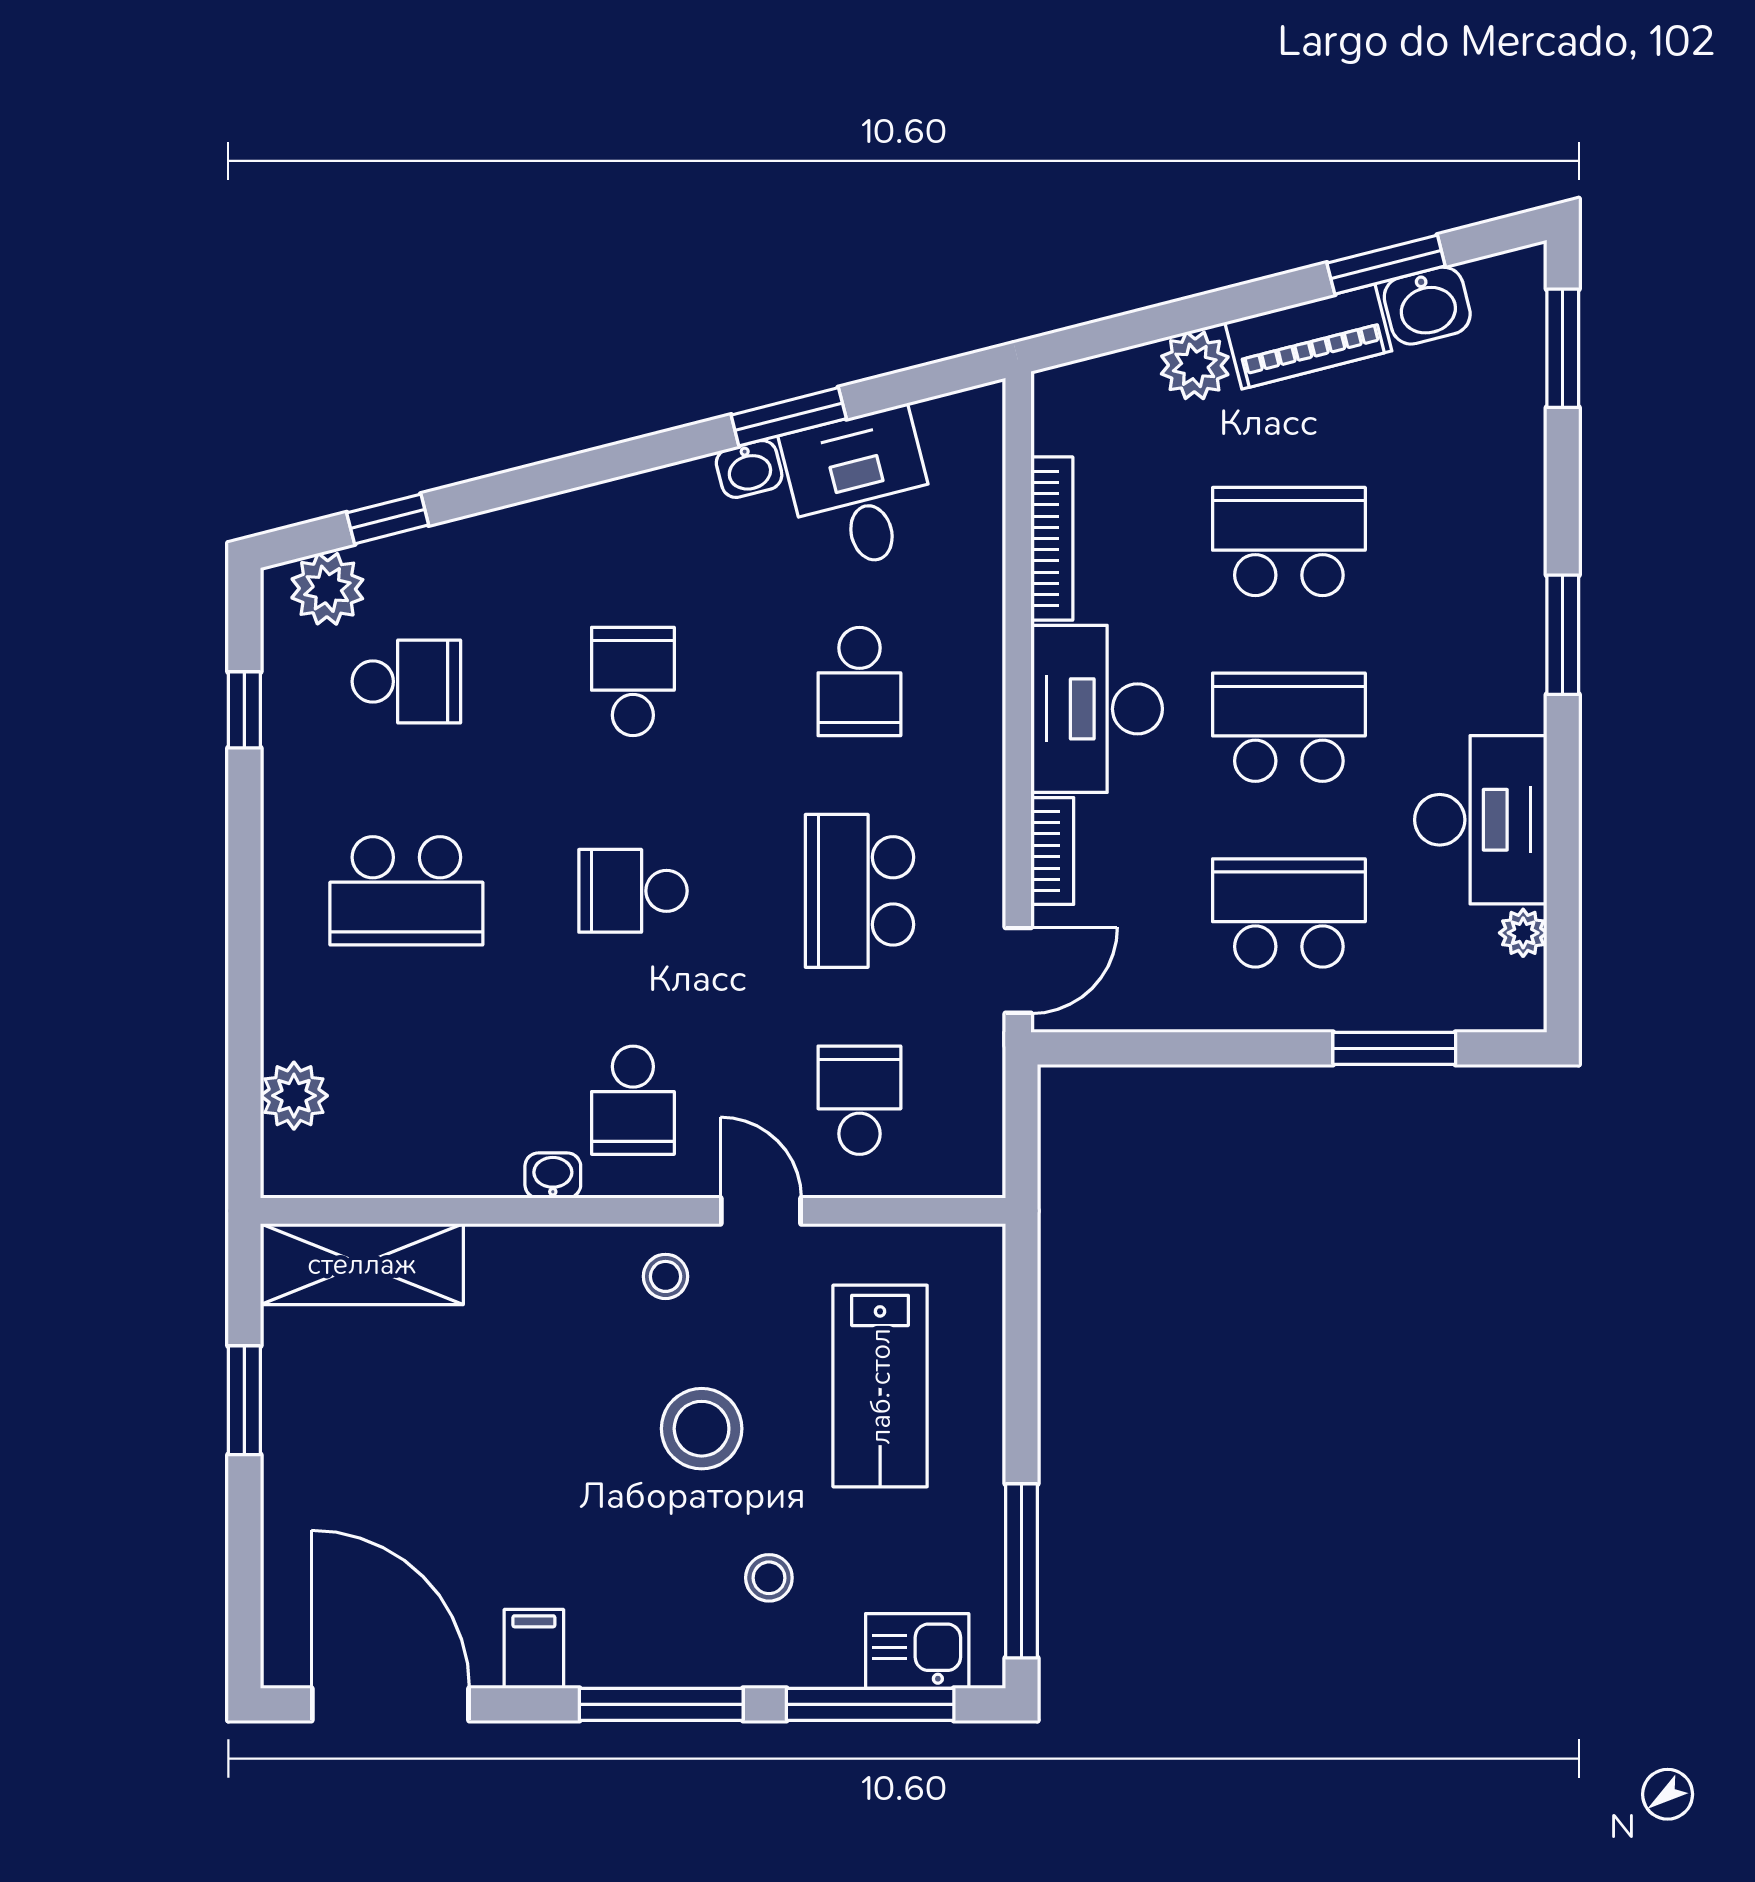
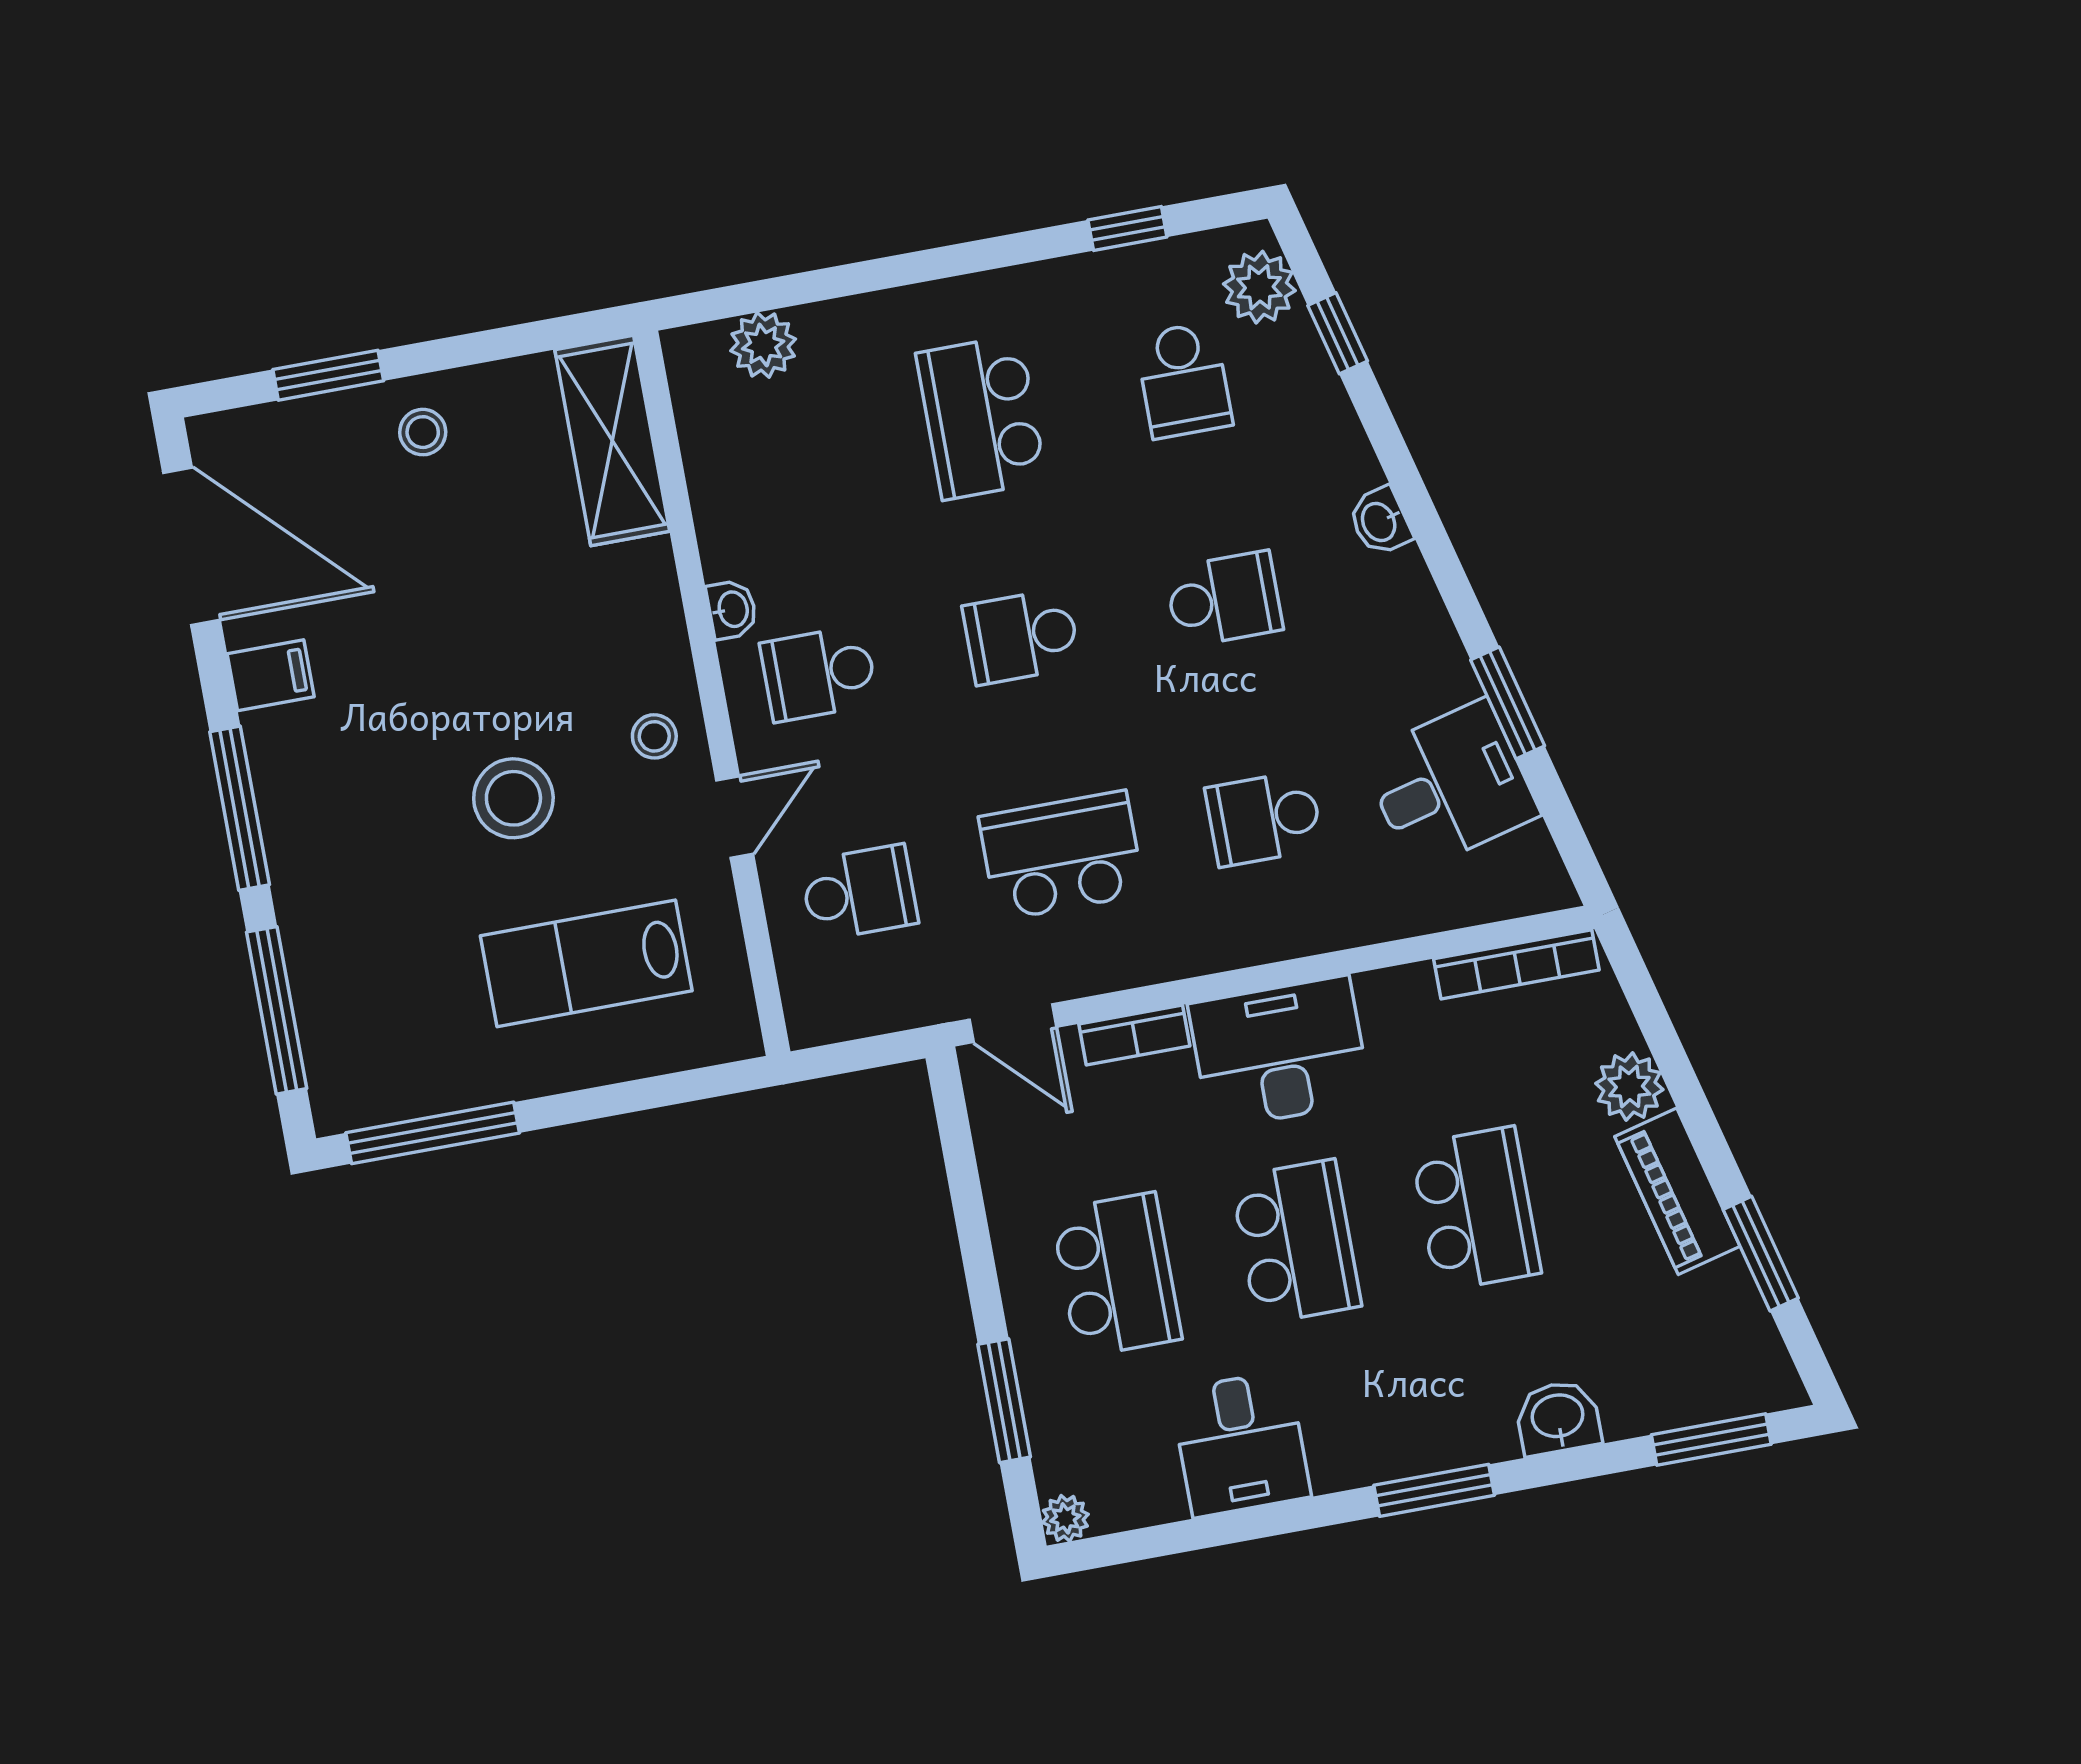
washbasin: (1427, 306) -> (1558, 1418), moved, turned 104
washbasin: (749, 469) -> (1380, 521), moved
bookcase: (1052, 539) -> (1516, 964), moved
desk: (1481, 820) -> (1241, 1444), width x0.73
school desk: (633, 891) -> (1021, 636), turned -90
plant: (1523, 933) -> (1065, 1518), moved
window: (244, 1400) -> (328, 375), moved
stool: (769, 1578) -> (423, 432), moved
kitchen sink: (917, 1651) -> (337, 1046), removed
door: (390, 1704) -> (191, 546), hinge flipped

